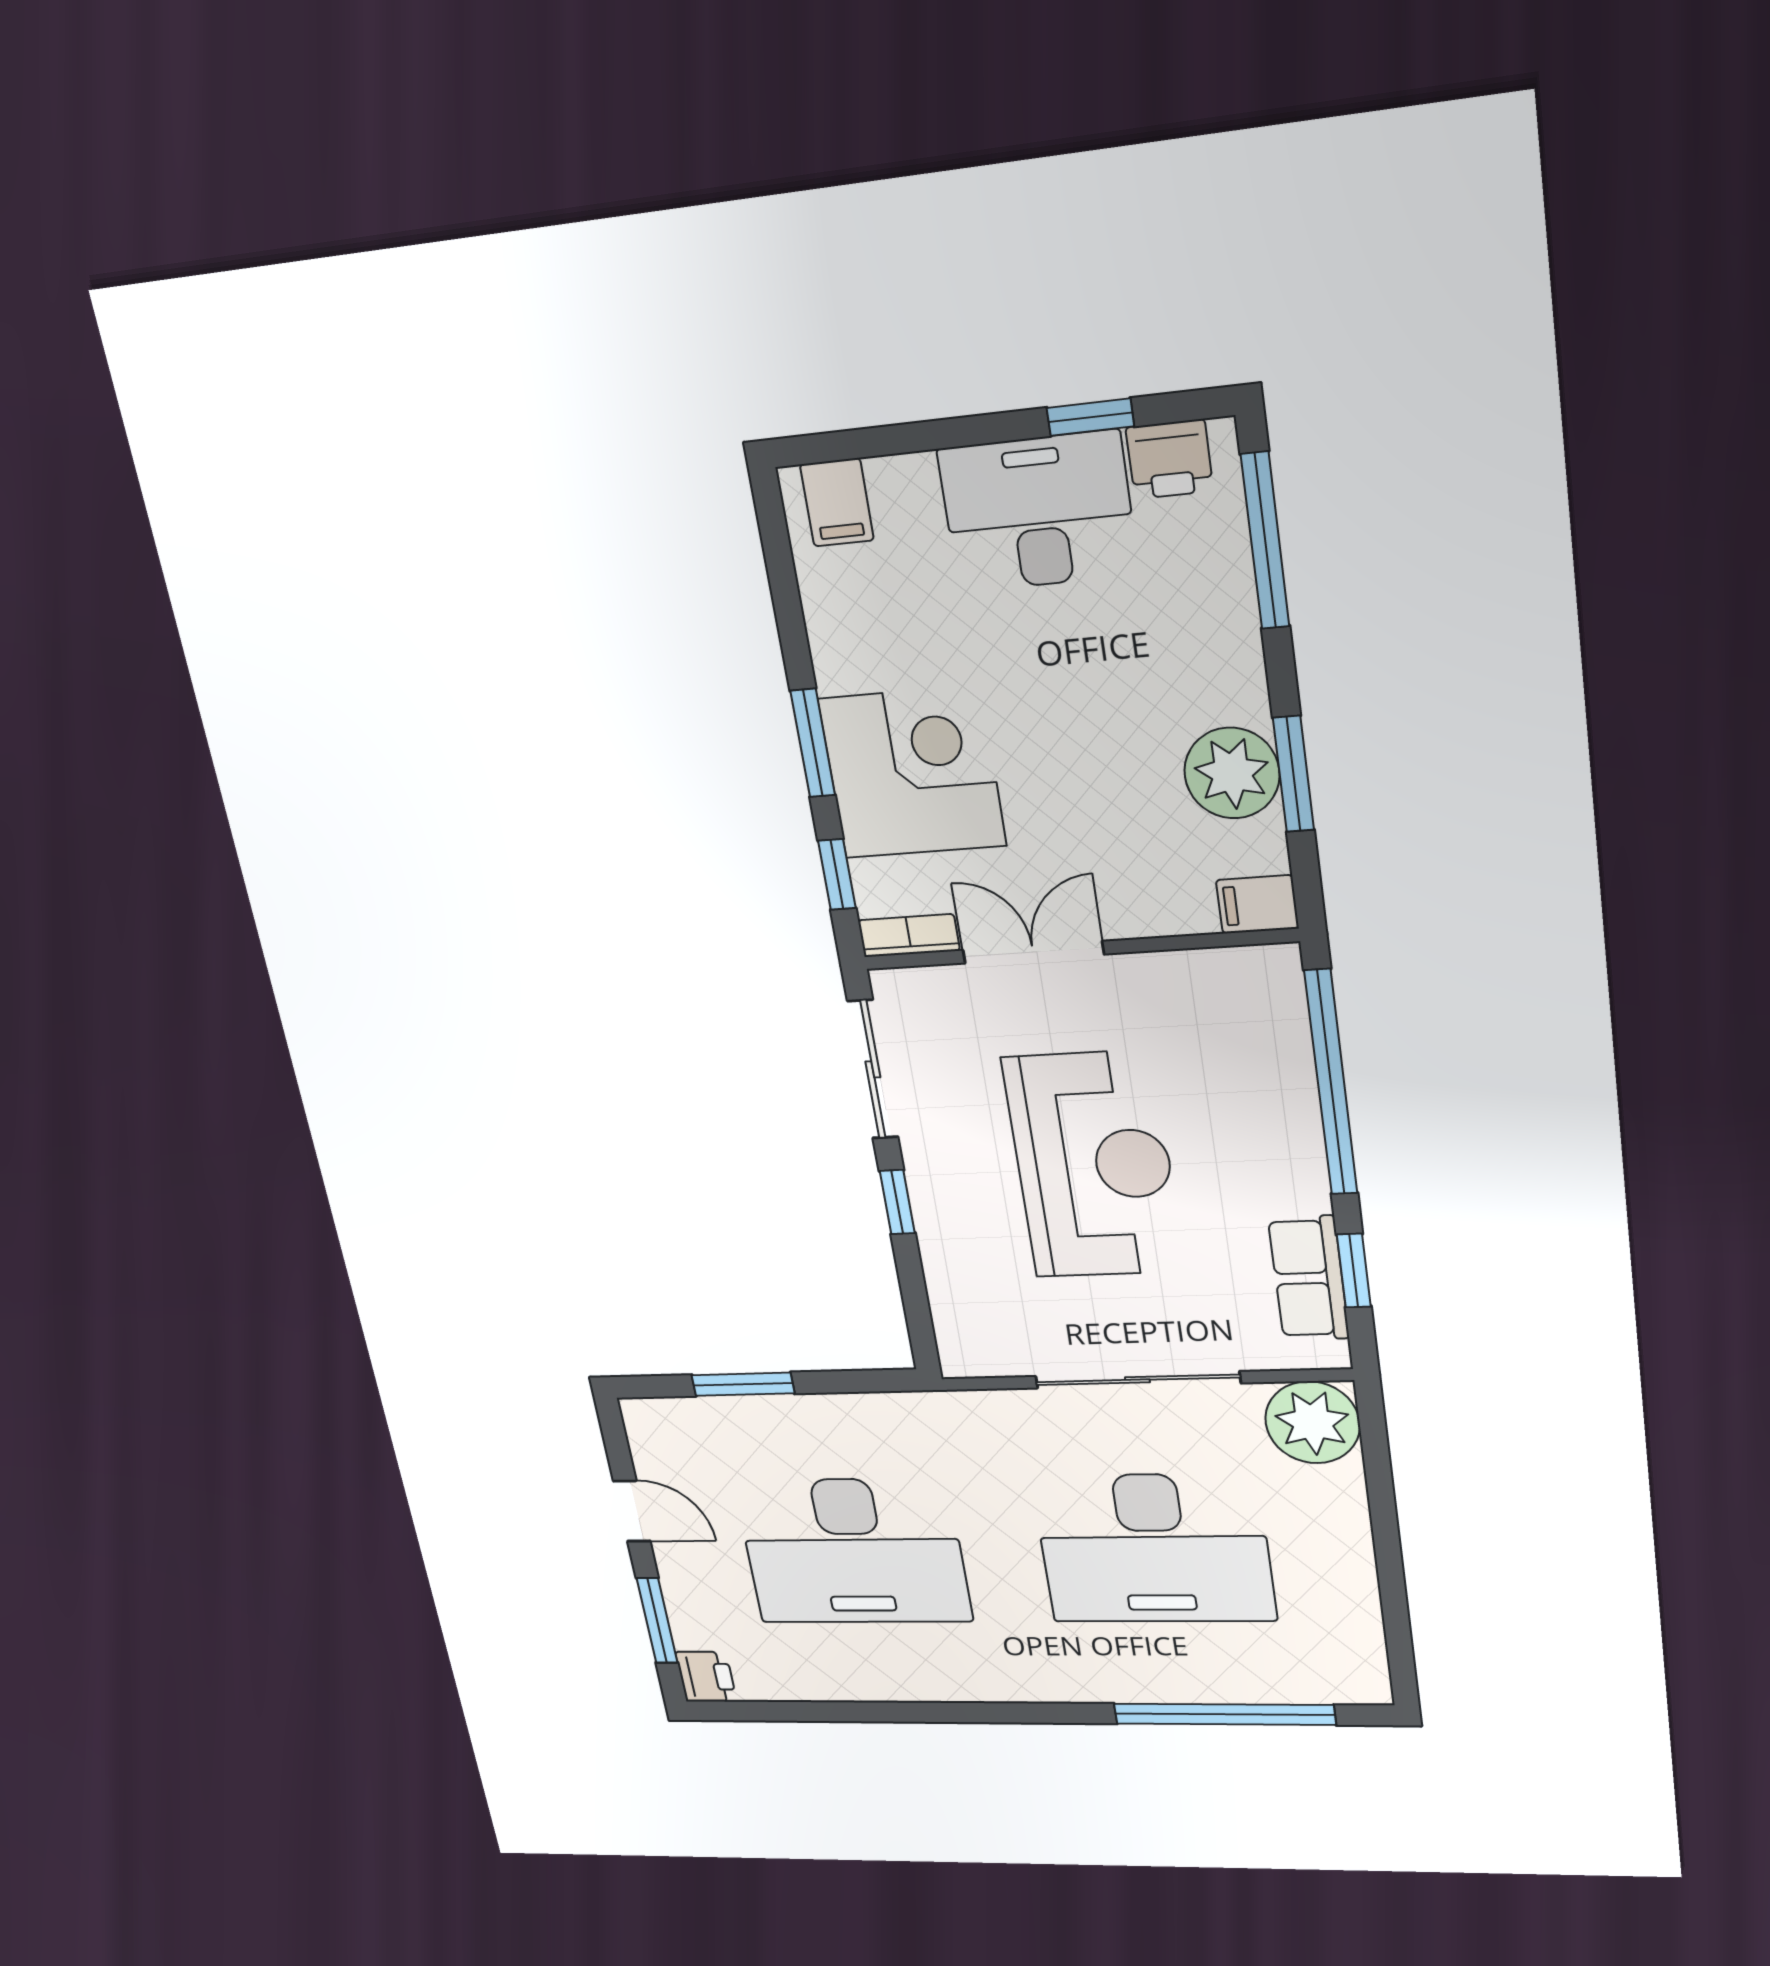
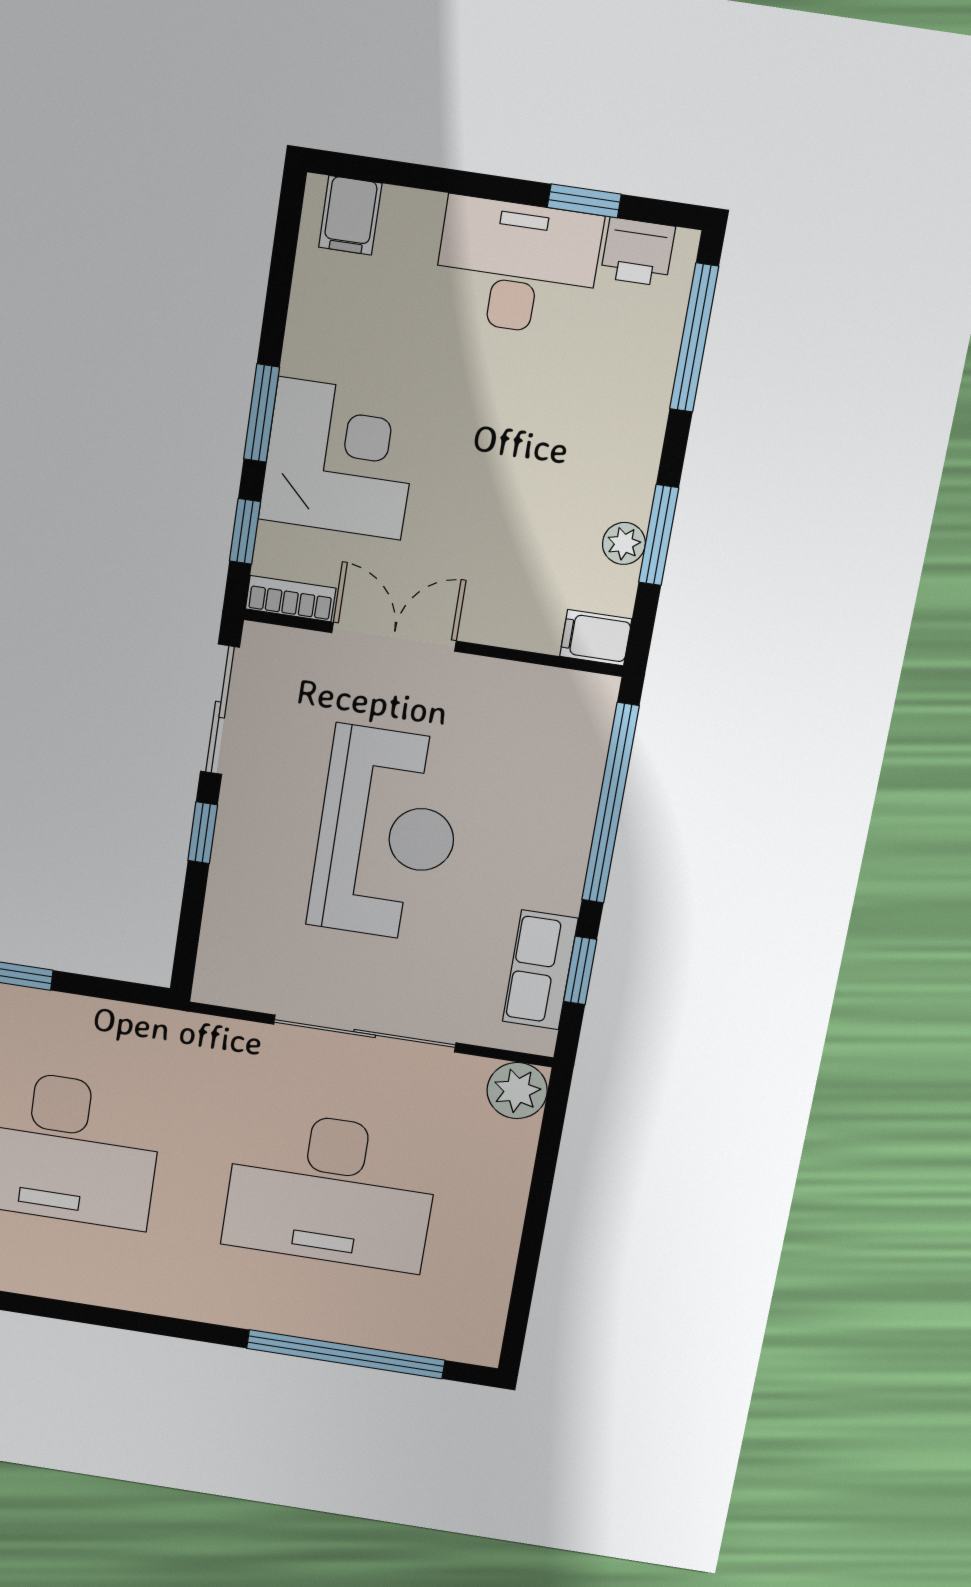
plant: (1232, 773) -> (624, 543), width x0.53, depth x0.53
plant: (1313, 1422) -> (517, 1091), width x0.73, depth x0.73

